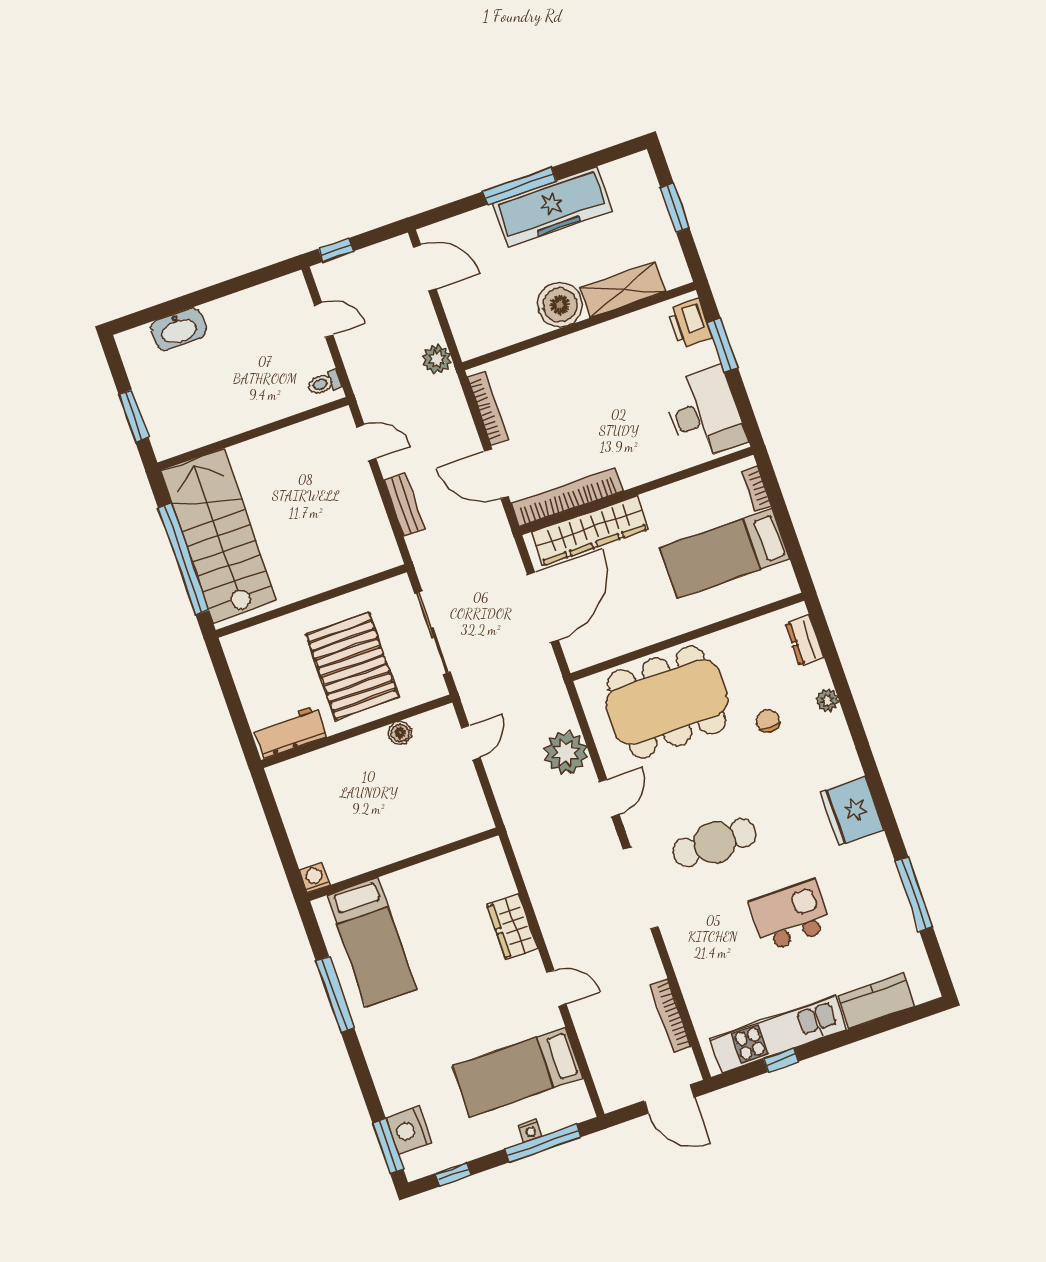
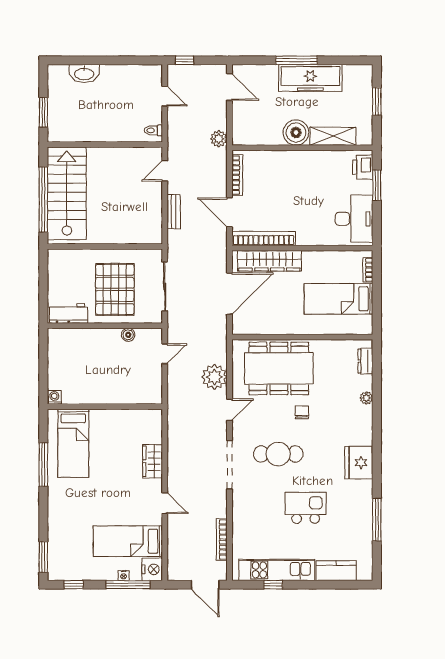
door: (366, 443) -> (165, 171), swing flipped
chair: (768, 721) -> (302, 412), moved
nightstand: (409, 1130) -> (152, 569), moved, turned 180

